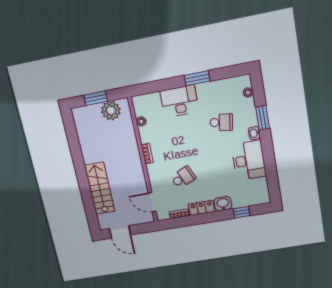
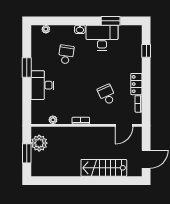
window: (263, 118) -> (111, 21), moved
washbasin: (223, 204) -> (136, 65), removed

